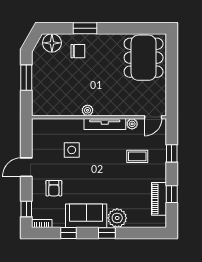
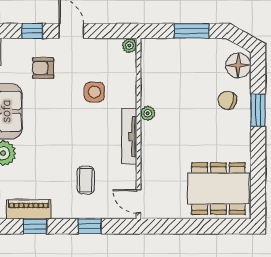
chair: (78, 51) -> (227, 100), turned 107
plant: (132, 124) -> (129, 45), moved
window: (26, 209) -> (32, 31), moved

